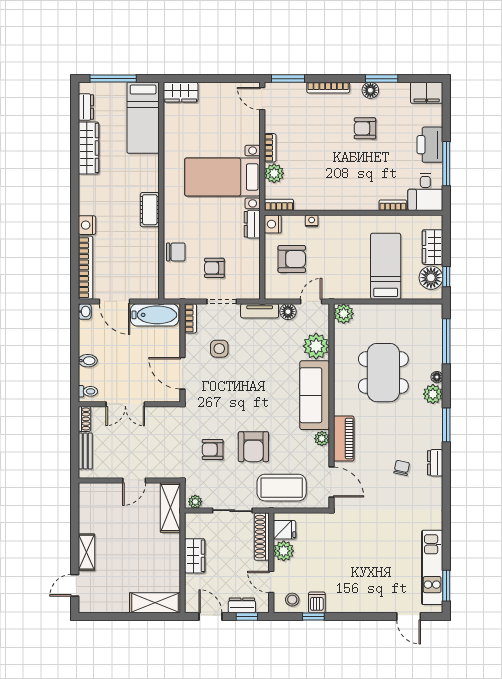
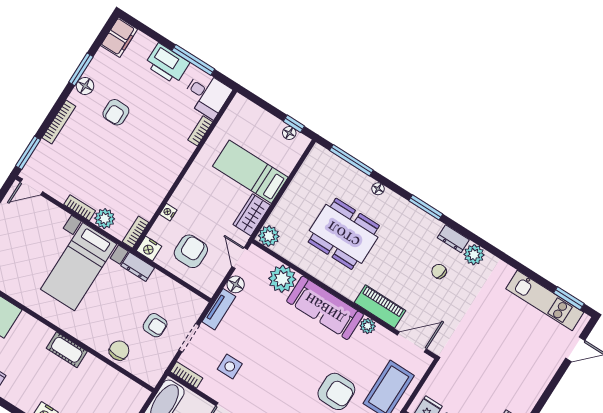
wardrobe: (433, 247) -> (252, 215), moved, turned 90
armchair: (214, 268) -> (155, 325), turned -90
floor lamp: (431, 278) -> (289, 133), width x0.53, depth x0.53
plant: (433, 394) -> (474, 255), moved

